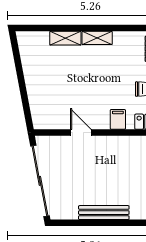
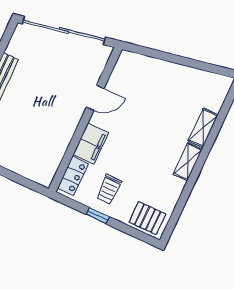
filing cabinet: (118, 119) -> (91, 144), width x2.00

